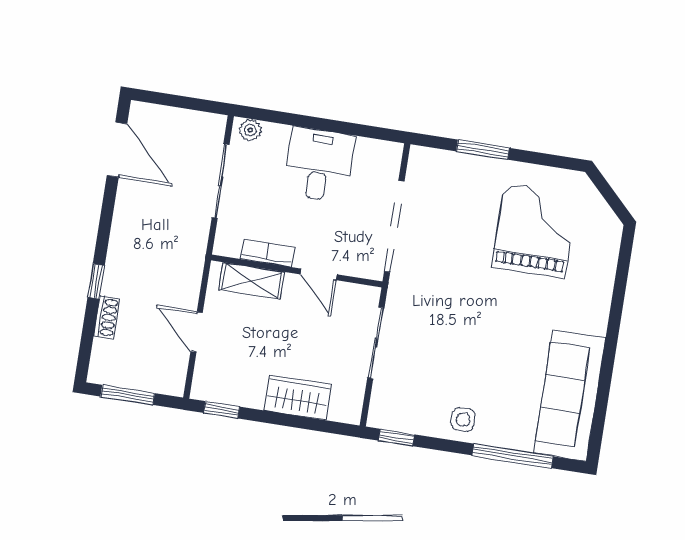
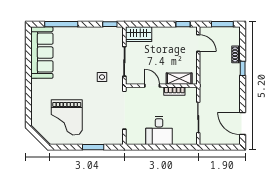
plant: (250, 130) -> (189, 140), removed
door: (197, 332) -> (198, 43), moved
wardrobe: (298, 397) -> (139, 34), moved
side table: (463, 419) -> (102, 77), moved

